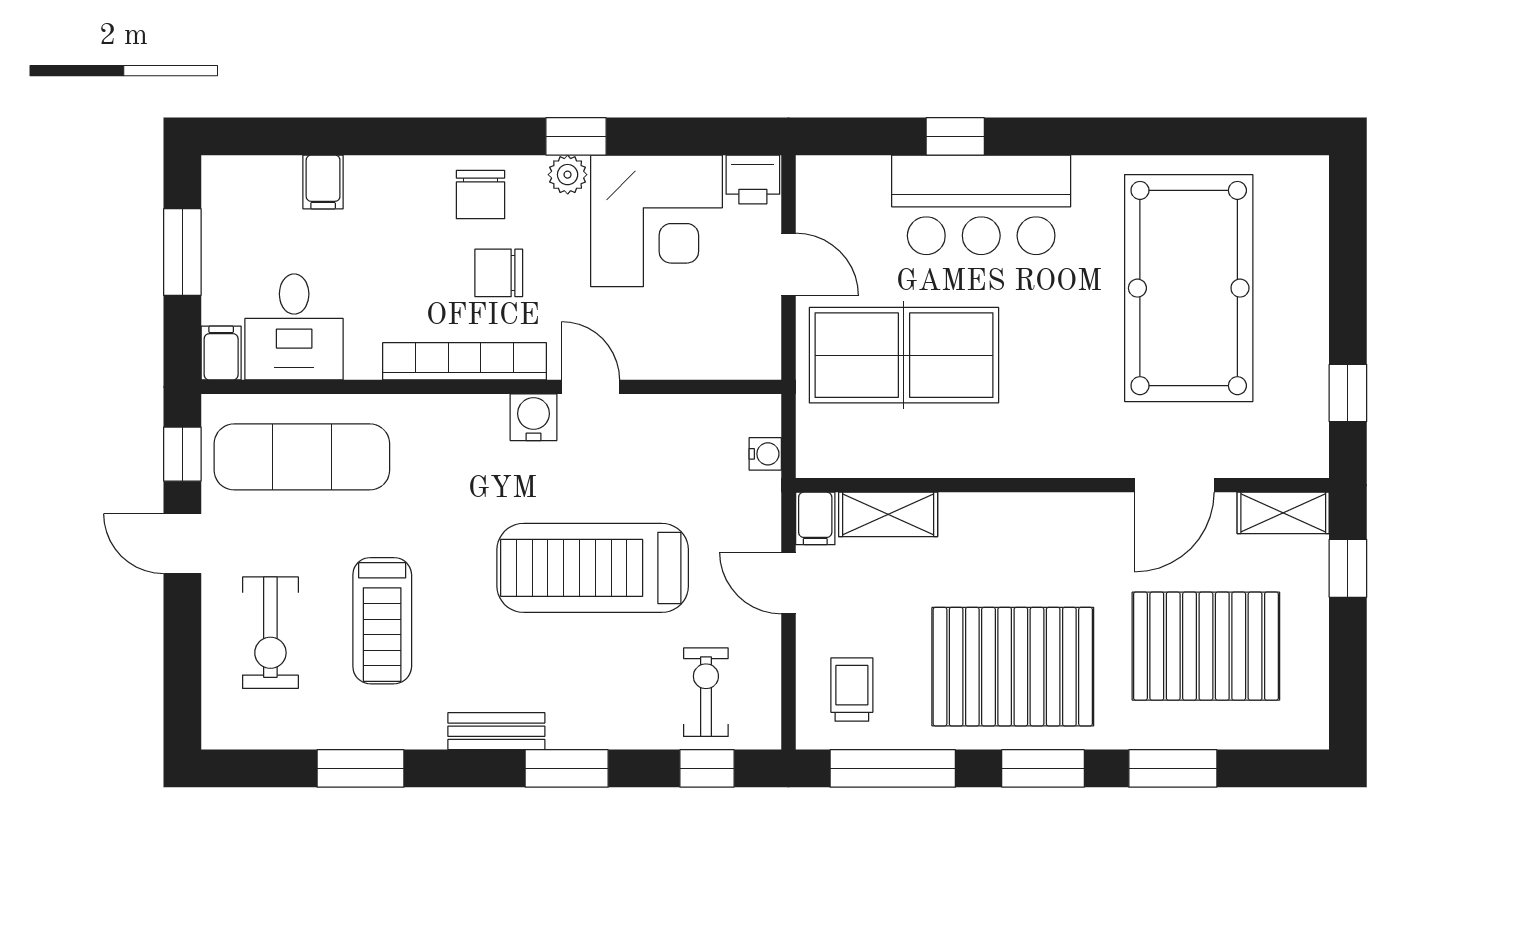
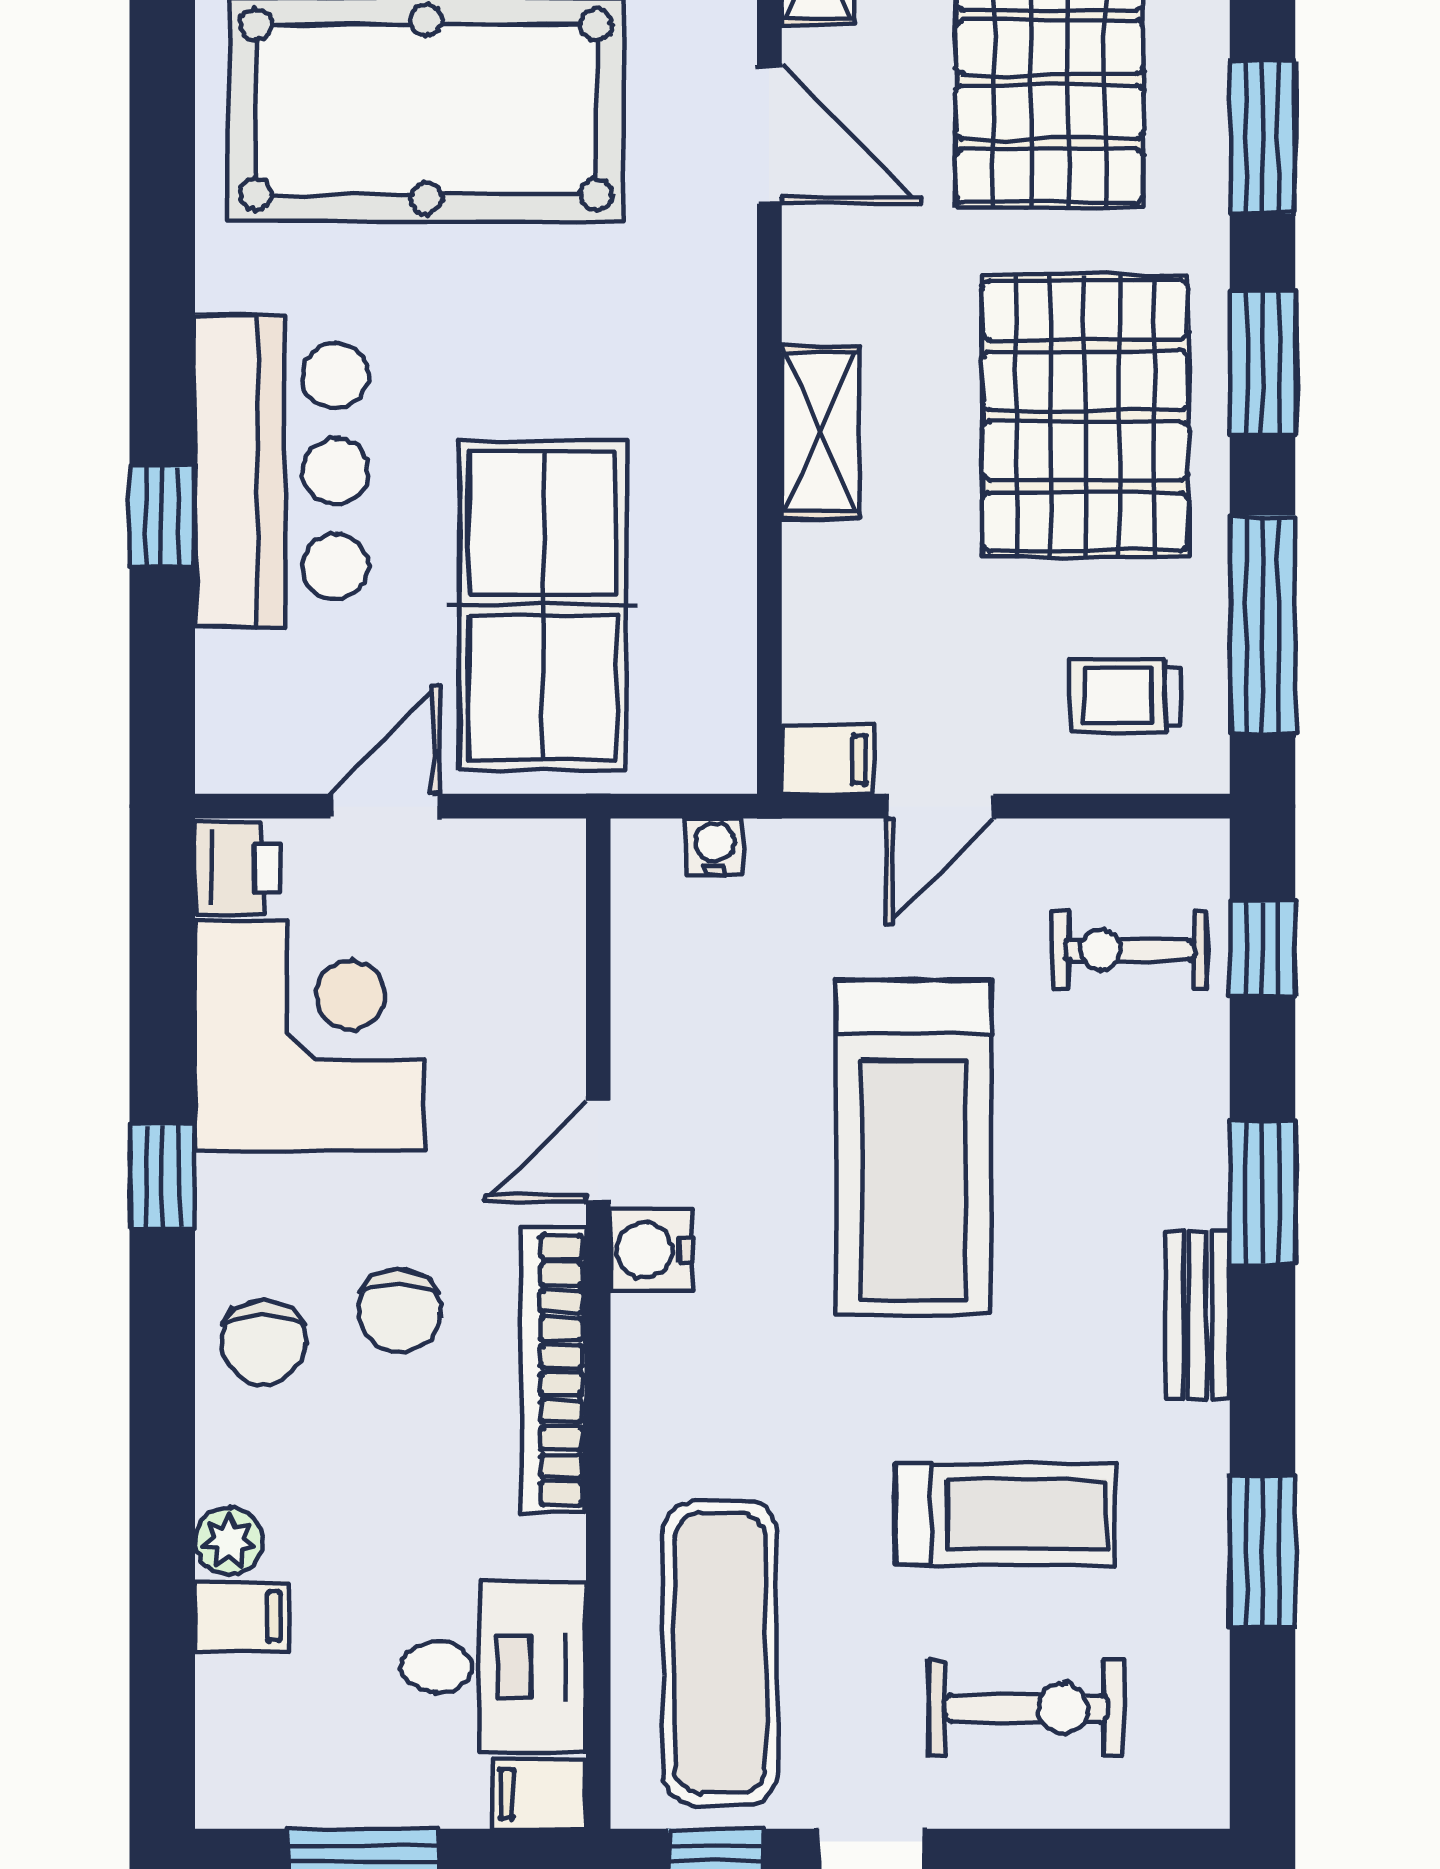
plant: (568, 175) -> (229, 1541), moved
chair: (481, 195) -> (263, 1342), turned 90
shelving: (888, 514) -> (820, 432), moved

